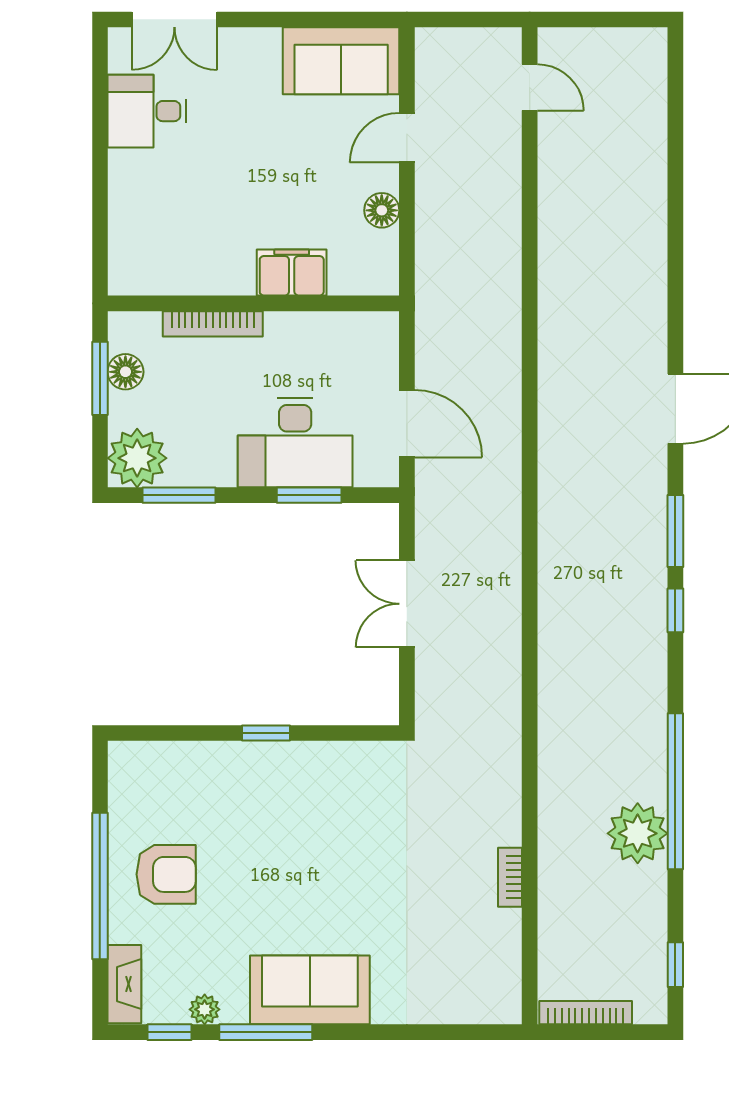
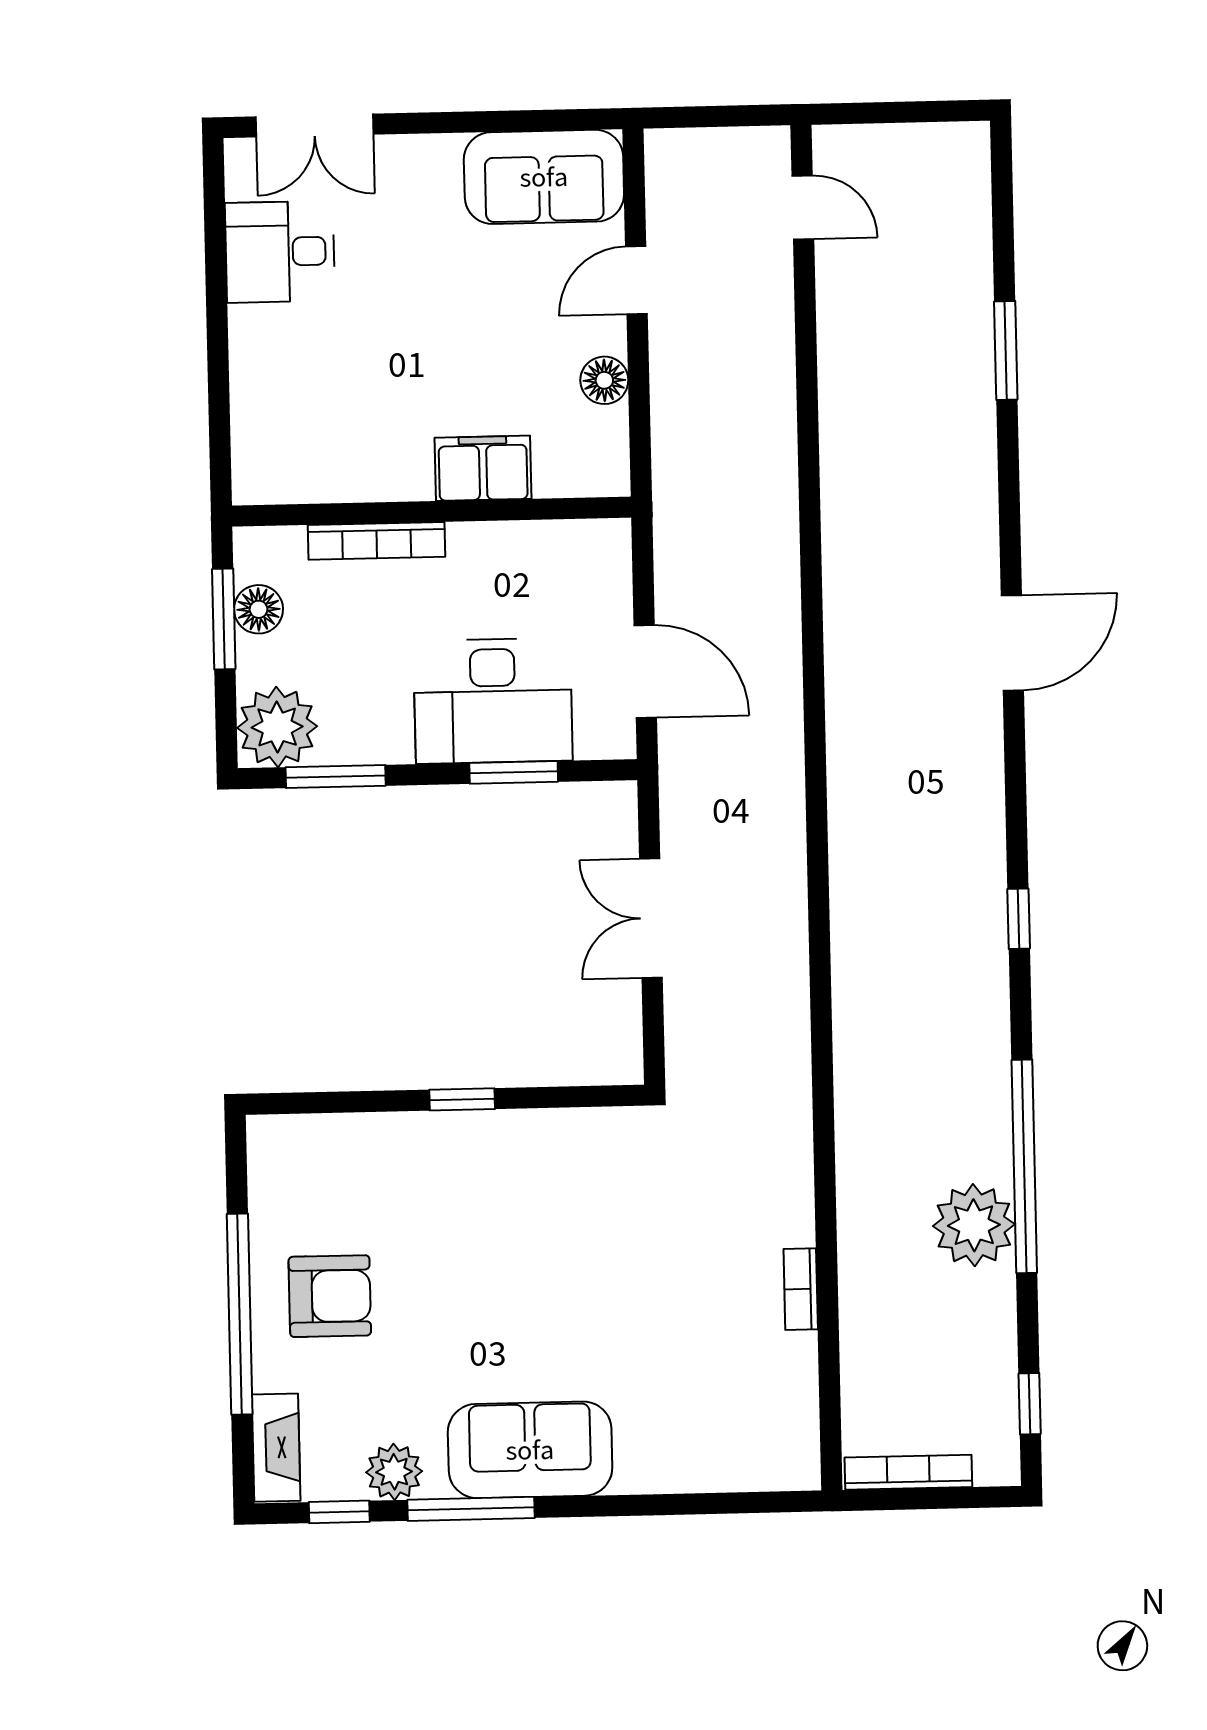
window: (675, 531) -> (1006, 351), moved
plant: (205, 1009) -> (394, 1472), width x1.38, depth x1.38

